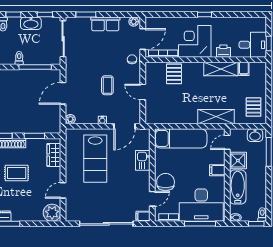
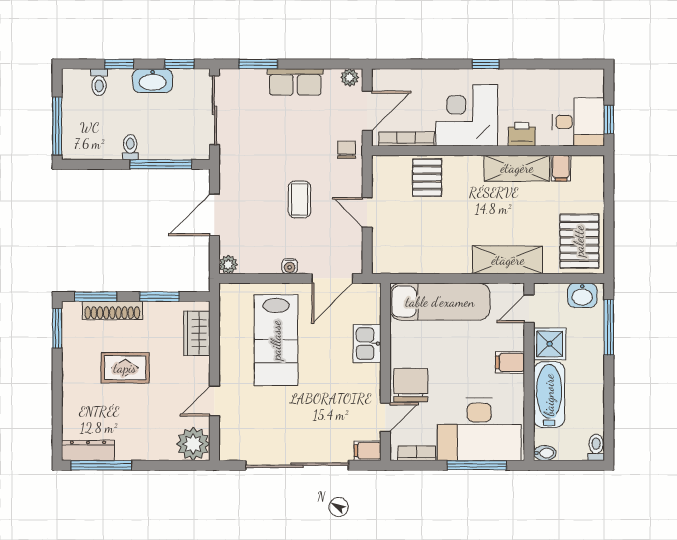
pallet: (253, 107) -> (579, 241), width x1.50, depth x1.42
window: (256, 224) -> (585, 465), removed

